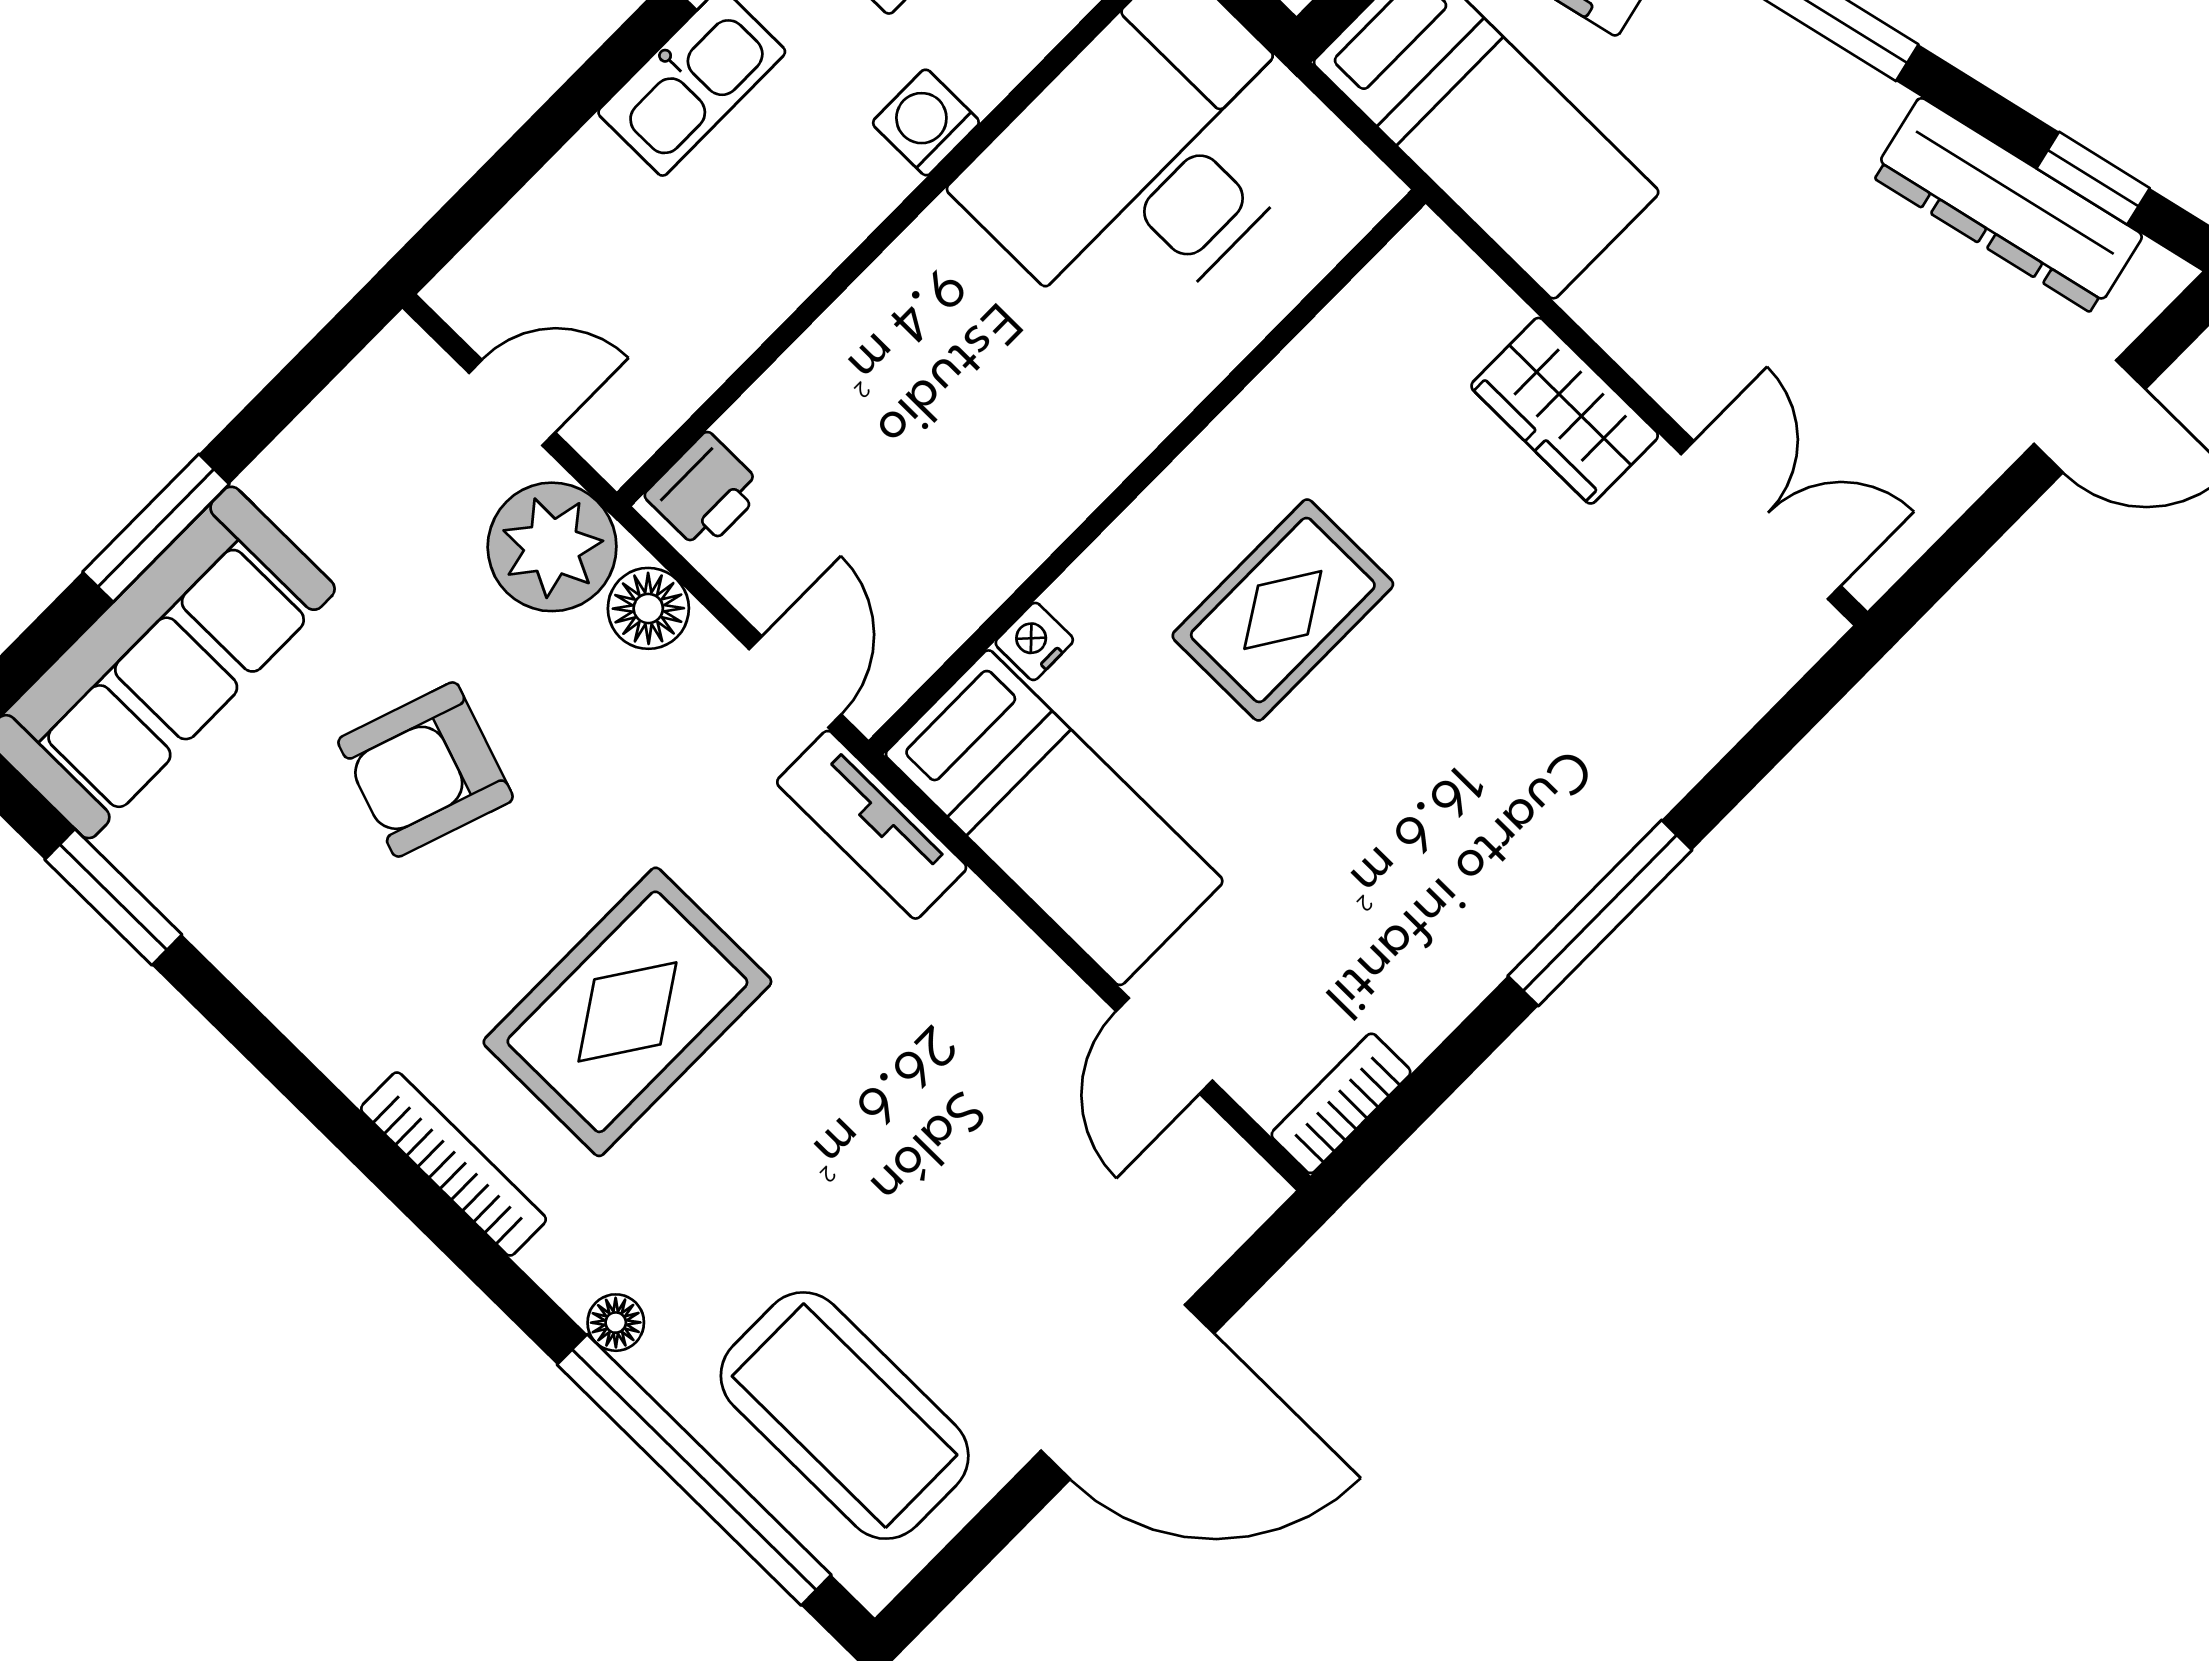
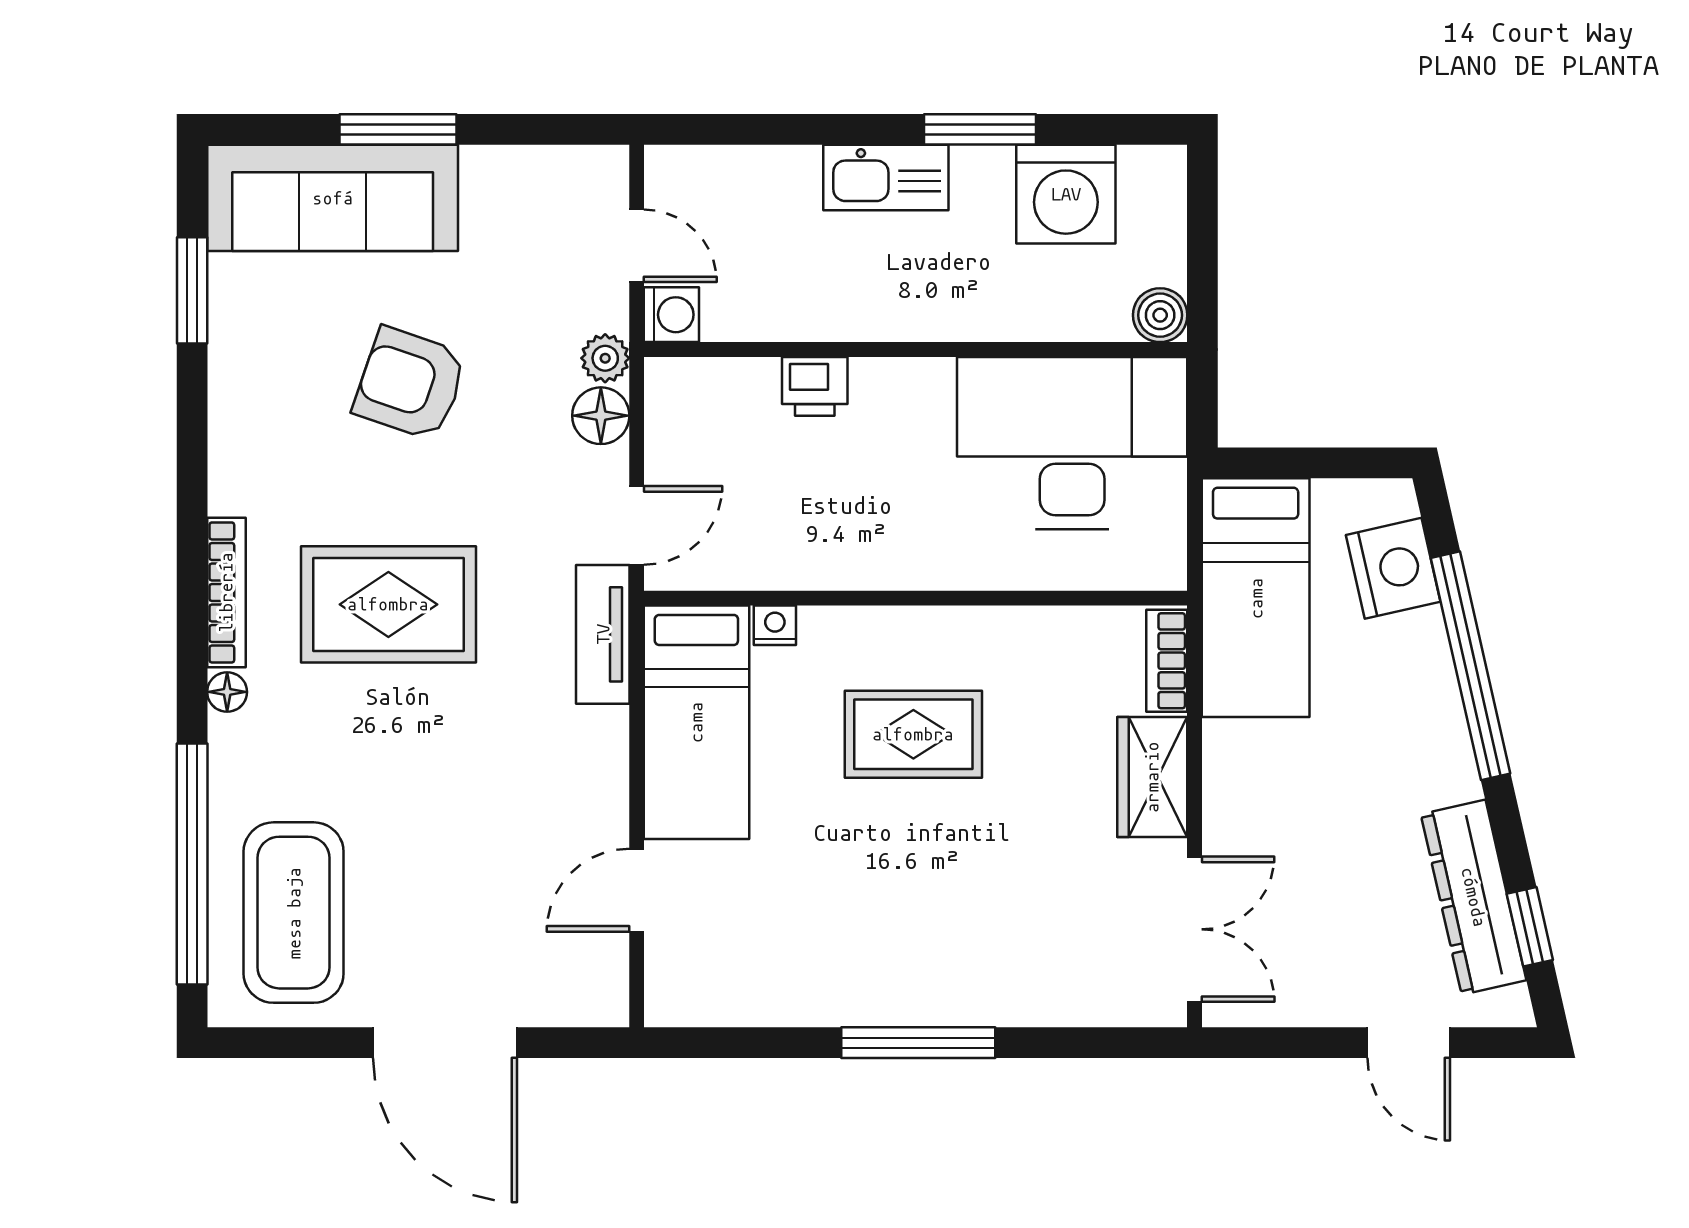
washing machine: (926, 122) -> (671, 315), moved, turned 90
printer: (705, 492) -> (815, 386), moved
plant: (552, 547) -> (605, 358), width x0.53, depth x0.53
bookcase: (1341, 1103) -> (1167, 661), moved, turned -90
floor lamp: (616, 1323) -> (227, 692), moved

